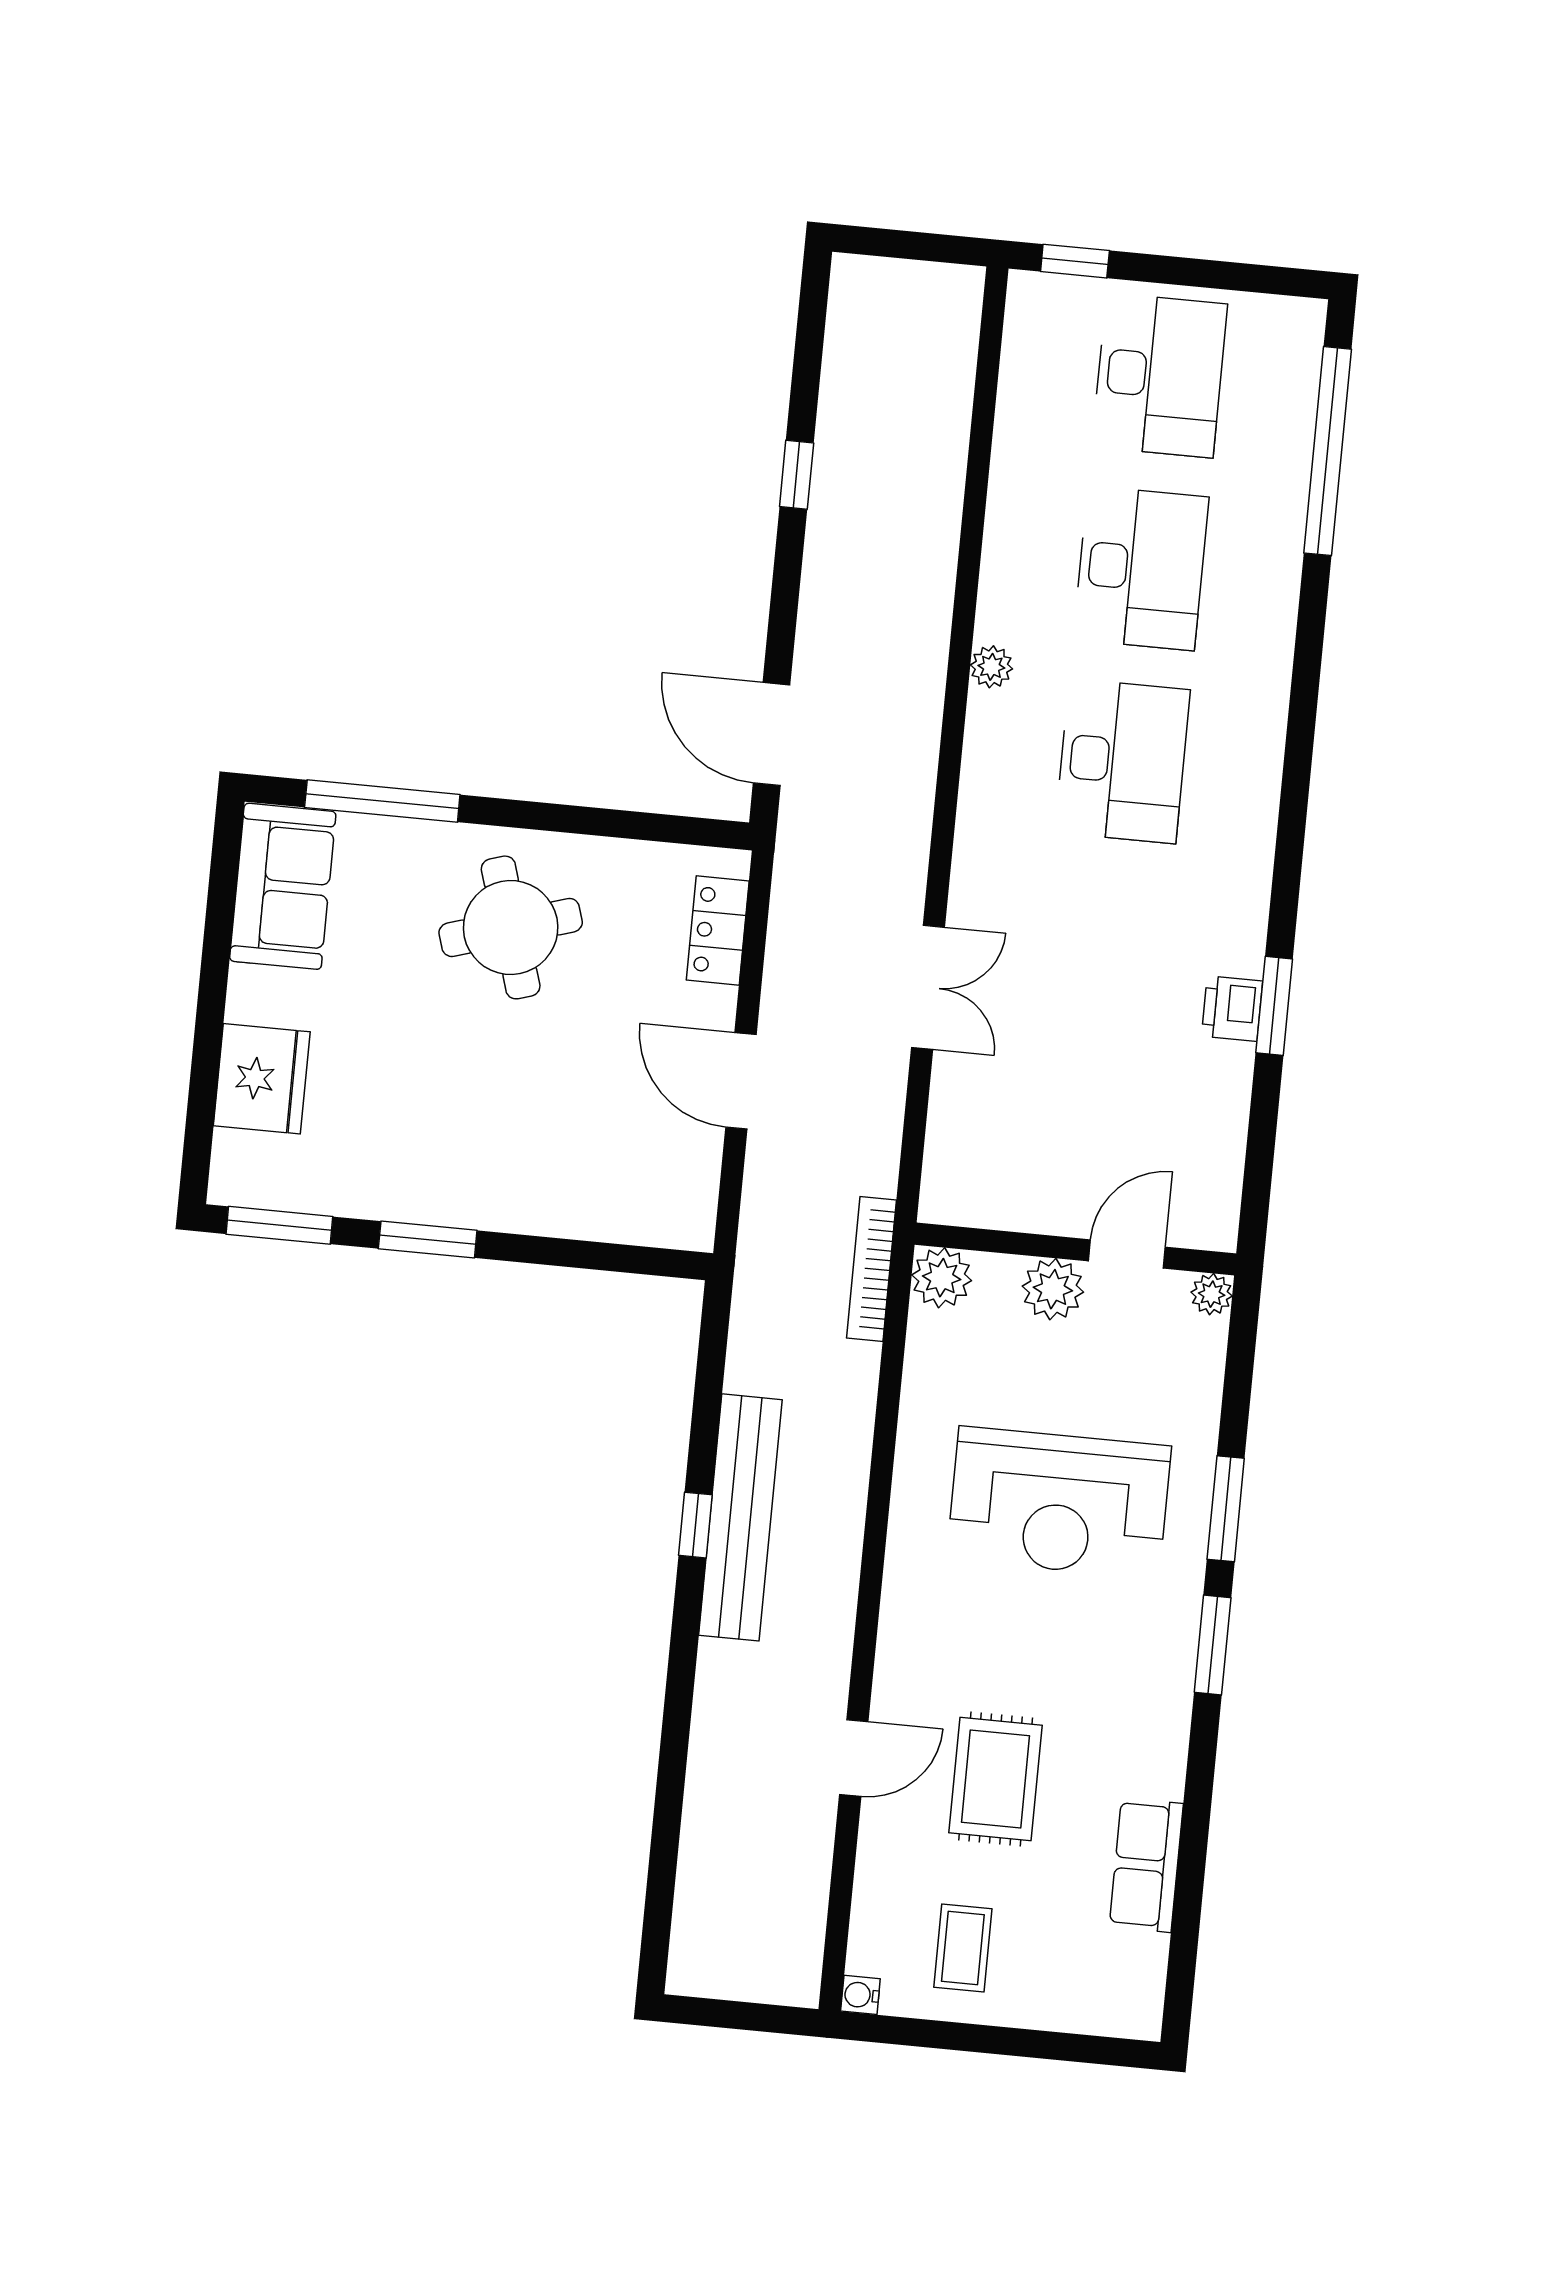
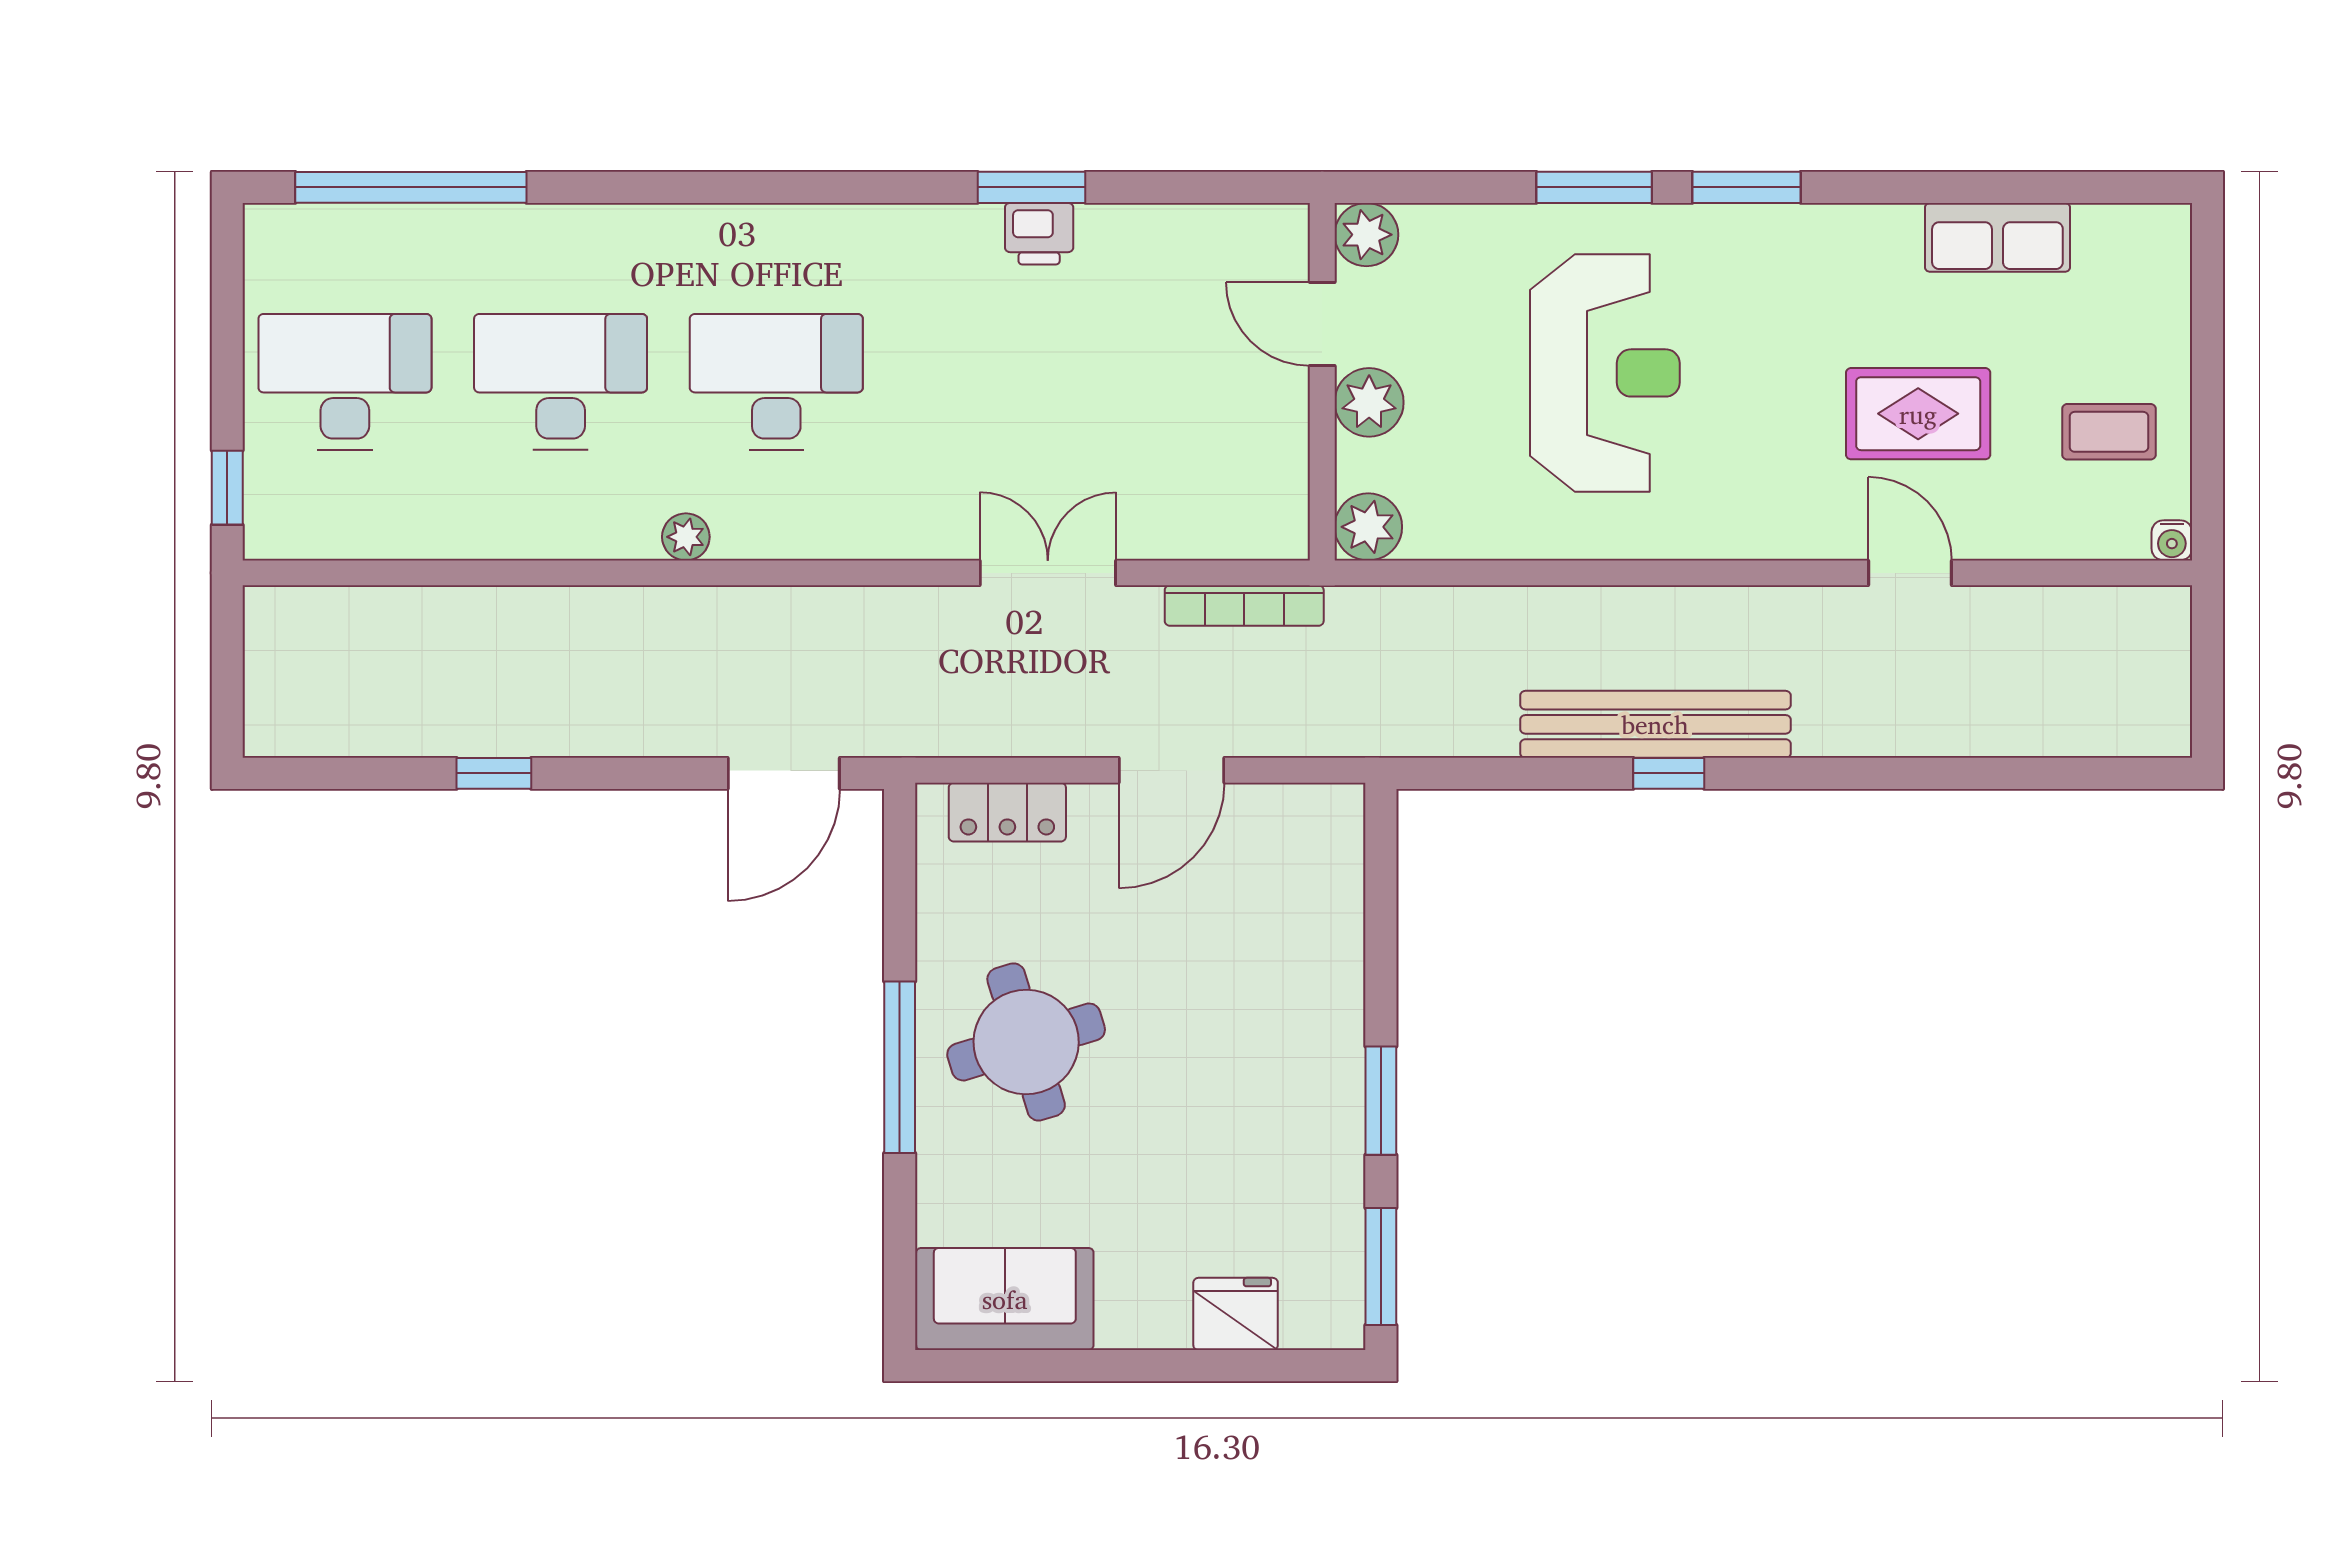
window: (382, 801) -> (900, 1067), moved
fridge: (262, 1079) -> (1236, 1314), width x0.73, depth x0.75
bookcase: (871, 1269) -> (1244, 606), moved
plant: (1212, 1294) -> (1366, 235), width x1.38, depth x1.38

